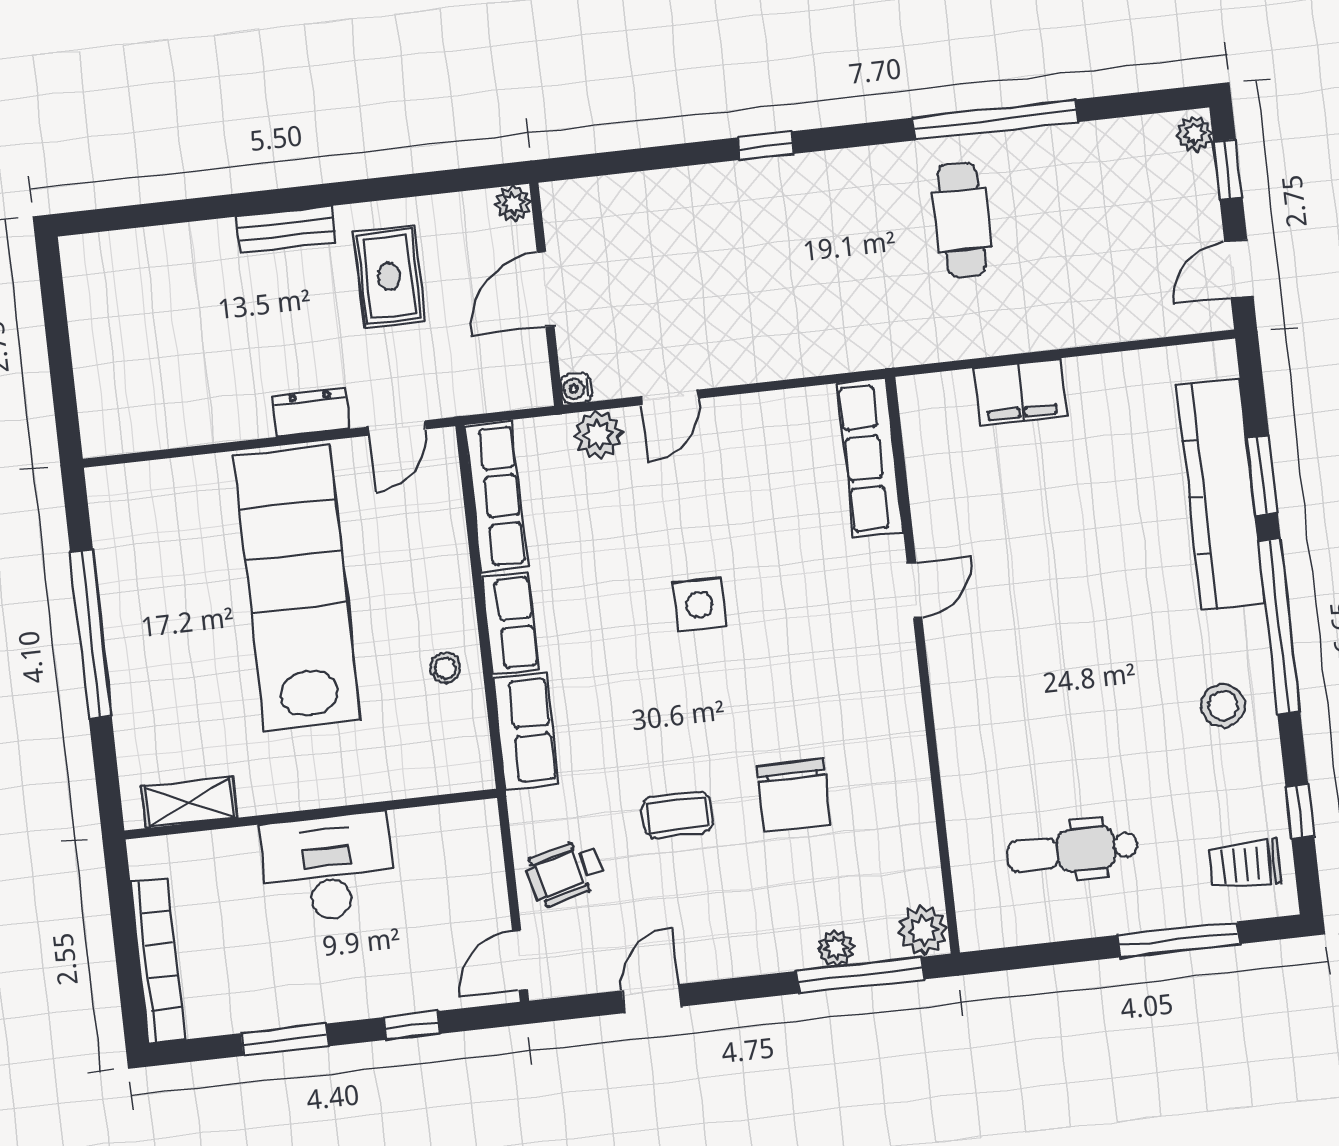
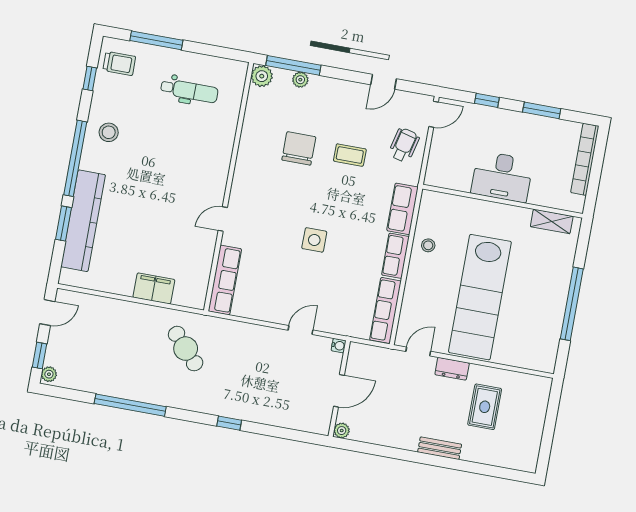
cafe table: (962, 220) -> (186, 349), moved, turned -42
rug: (389, 277) -> (485, 407), moved
plant: (598, 434) -> (335, 324), removed
wheelchair: (565, 873) -> (404, 145), turned -61

